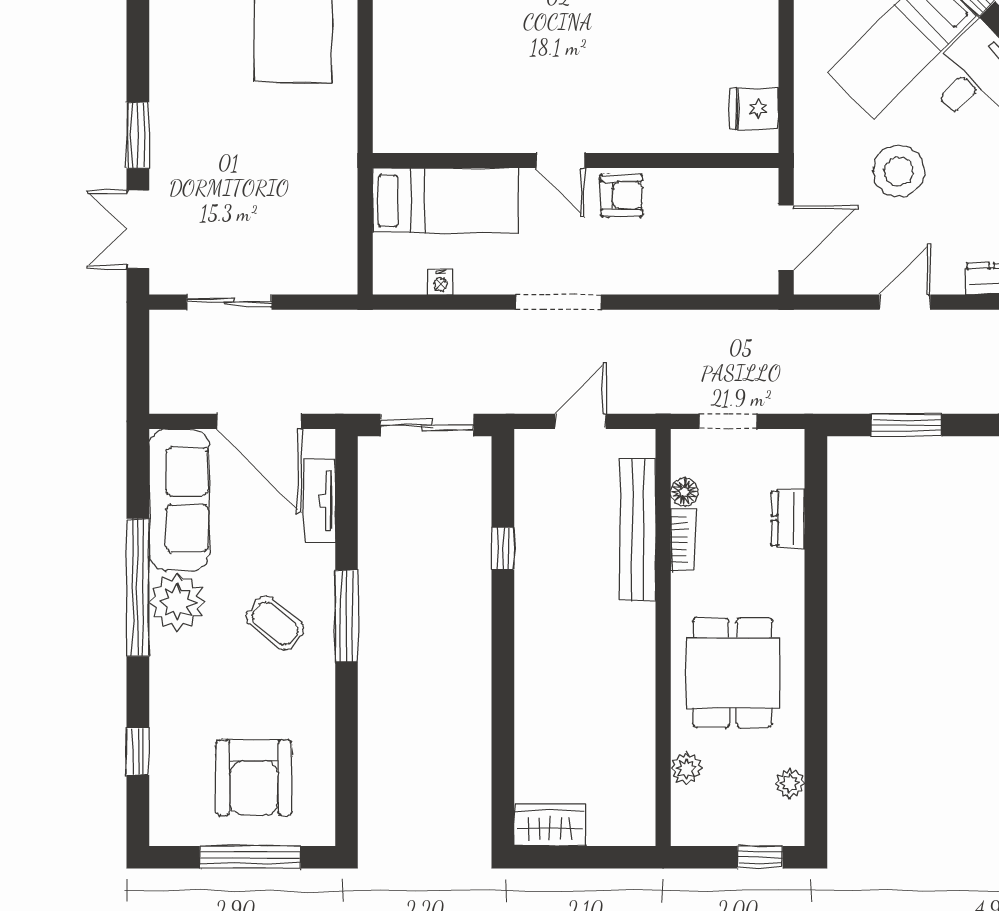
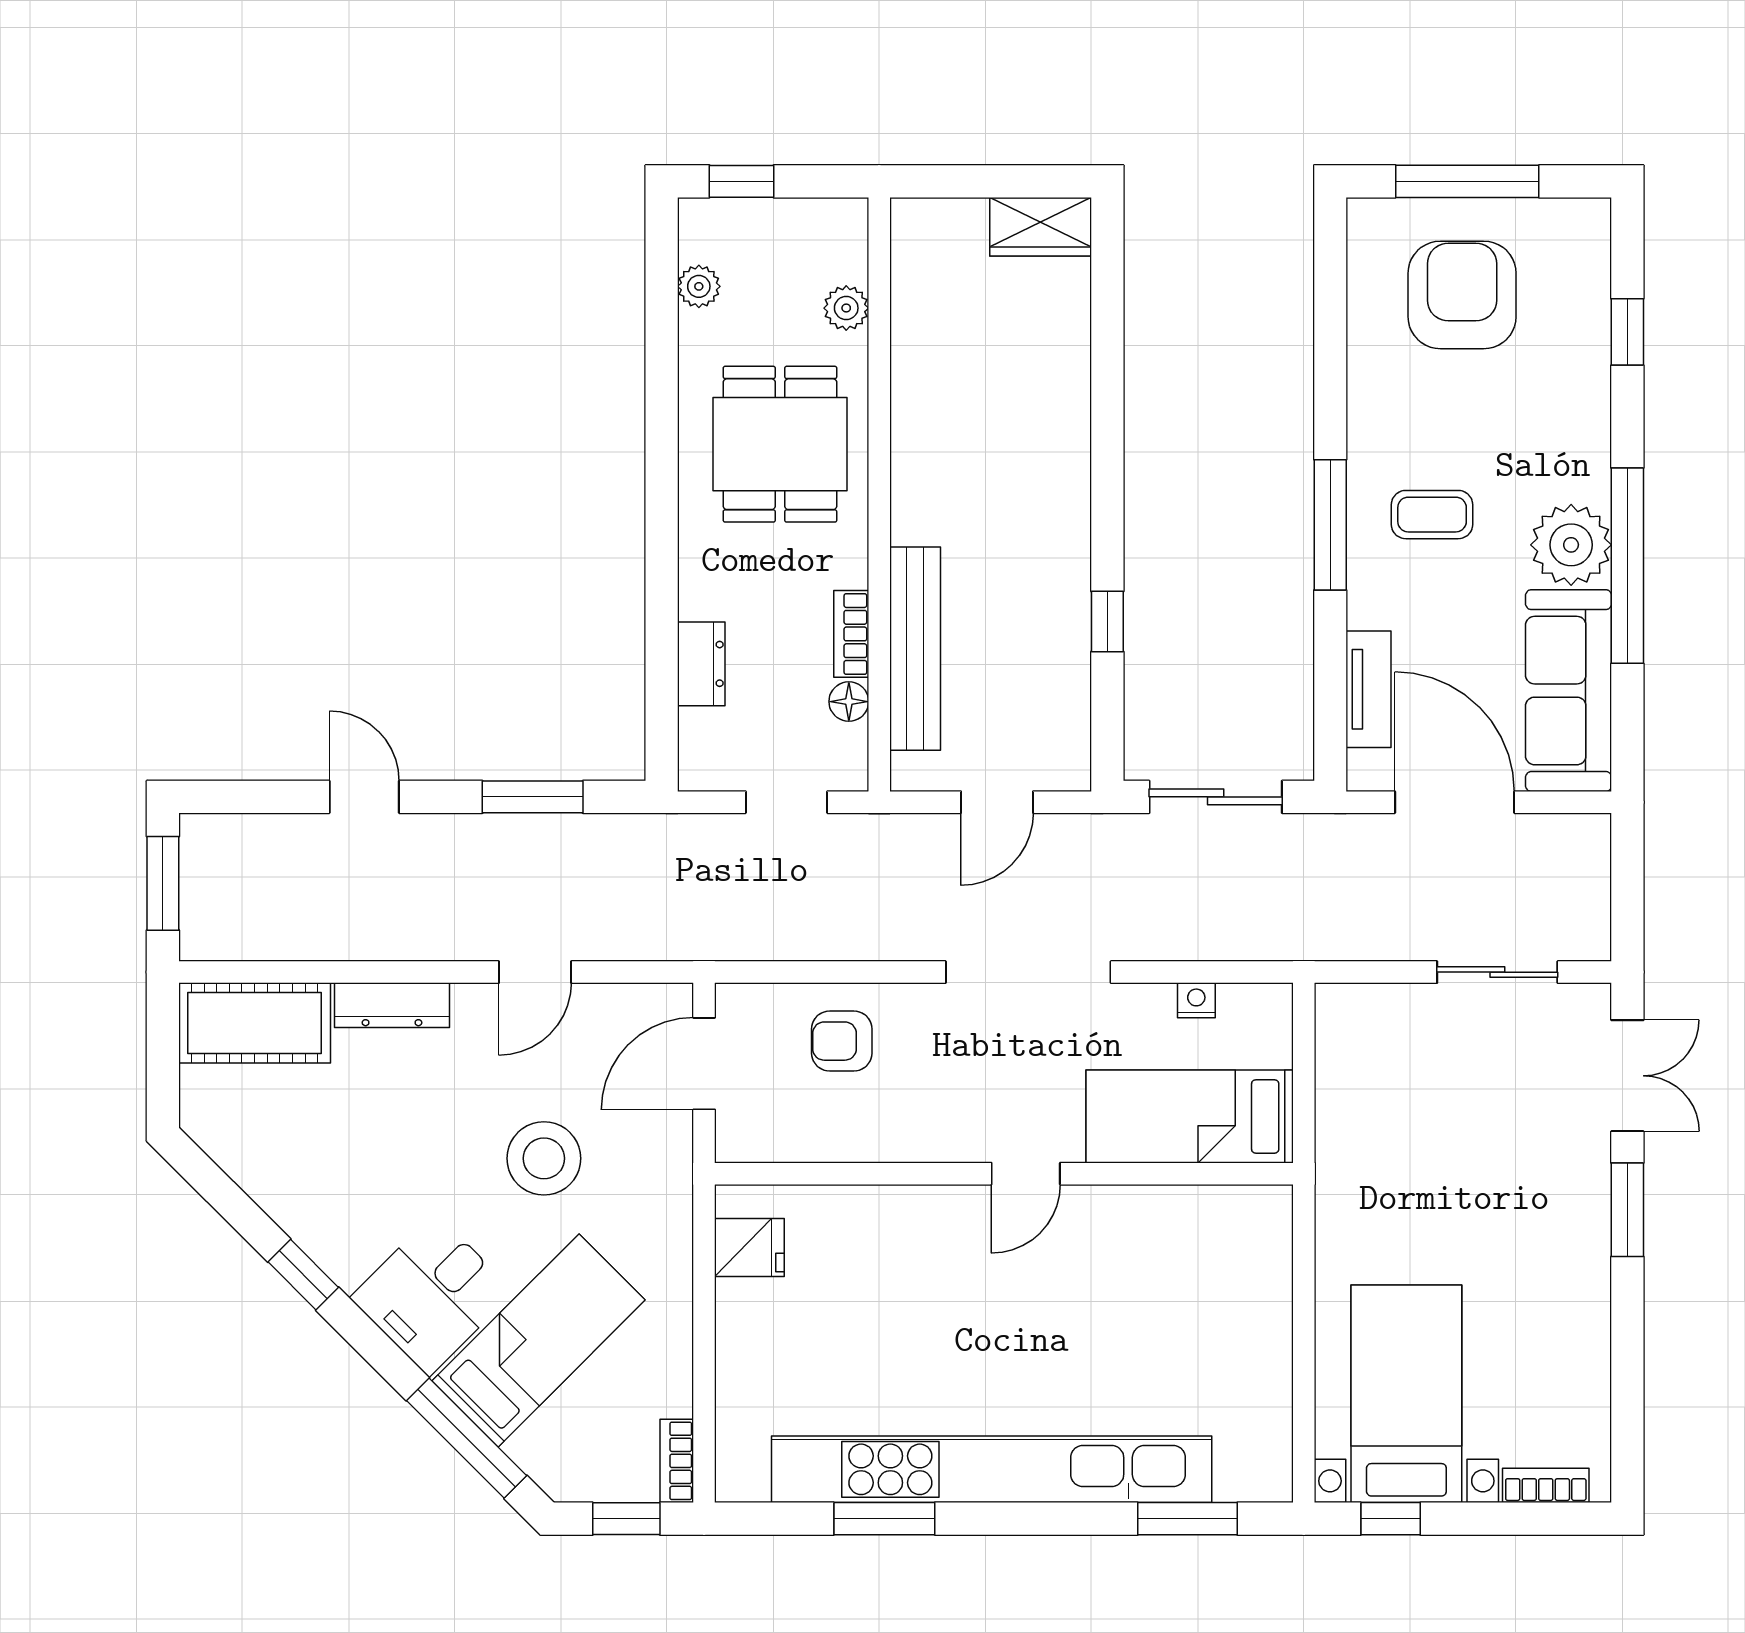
door: (560, 161) -> (1026, 1174), swing flipped
armchair: (622, 195) -> (842, 1041), moved
doorway: (558, 302) -> (1028, 972), width x1.36
coffee table: (275, 623) -> (1432, 515), turned -40

